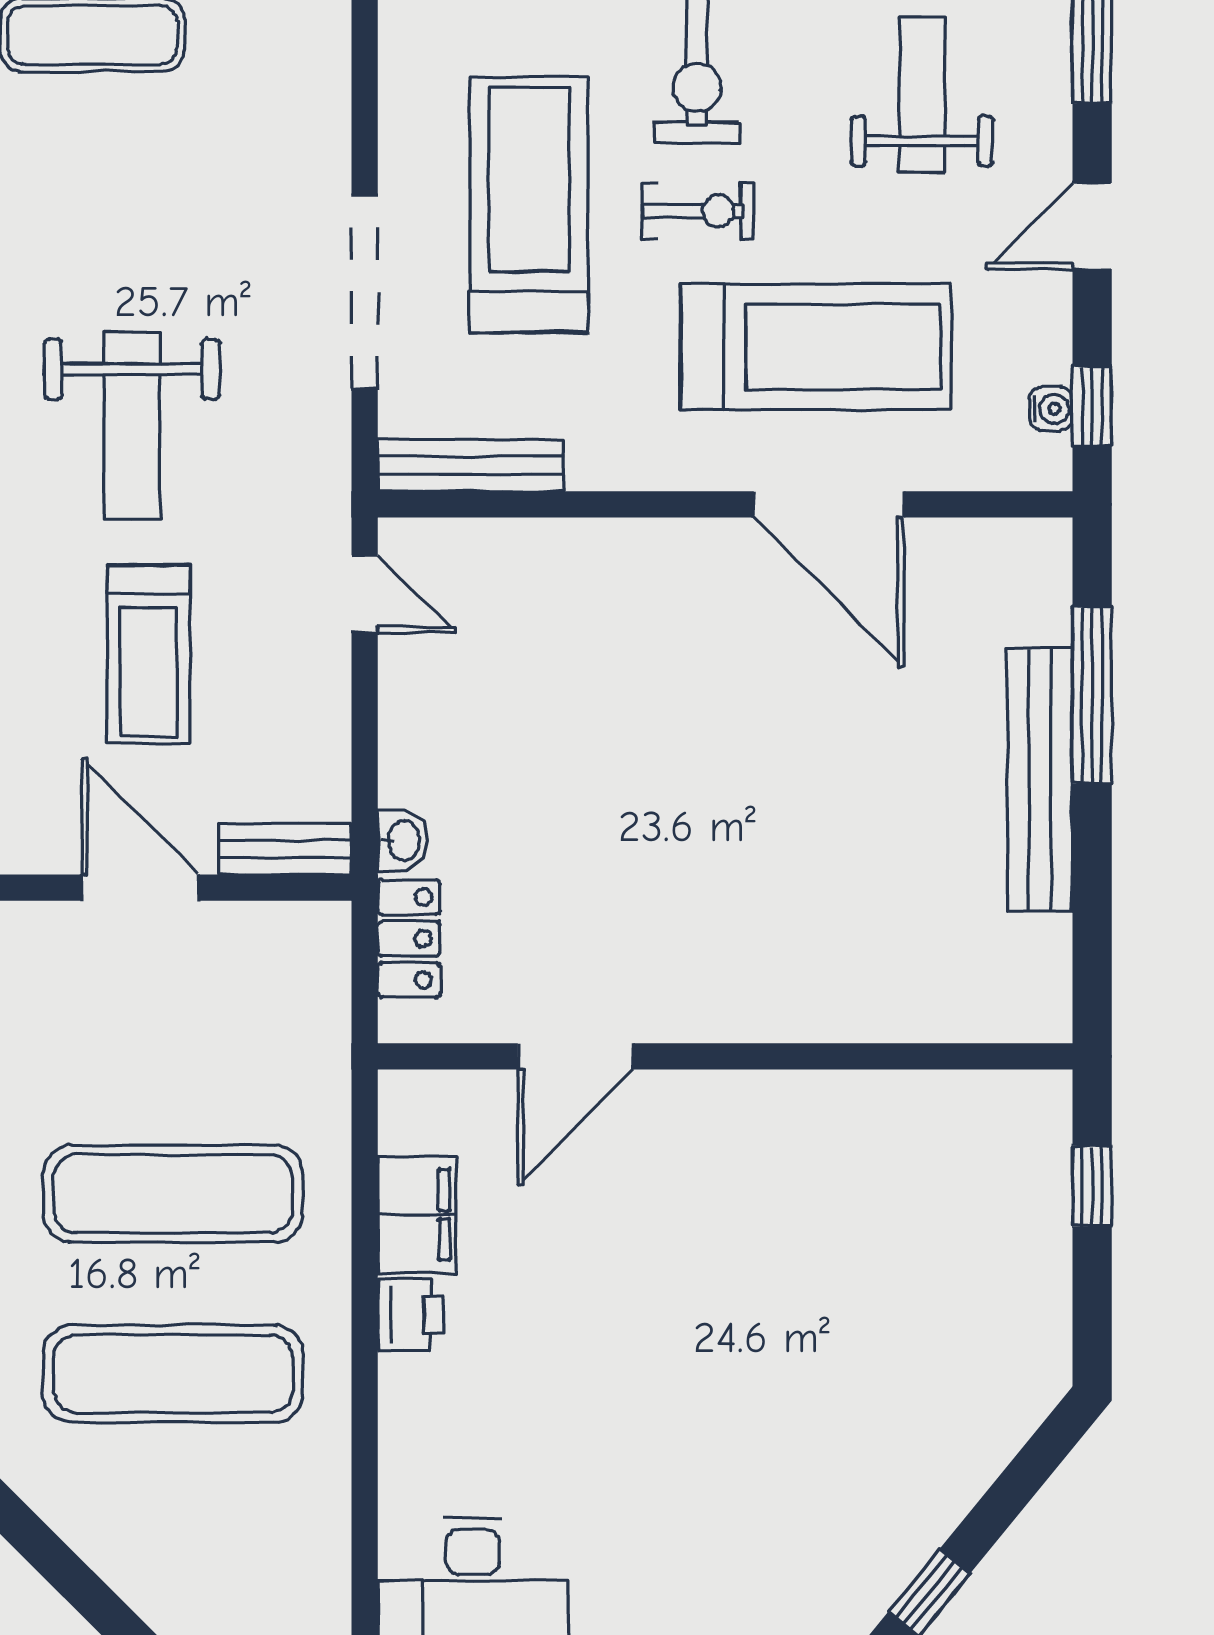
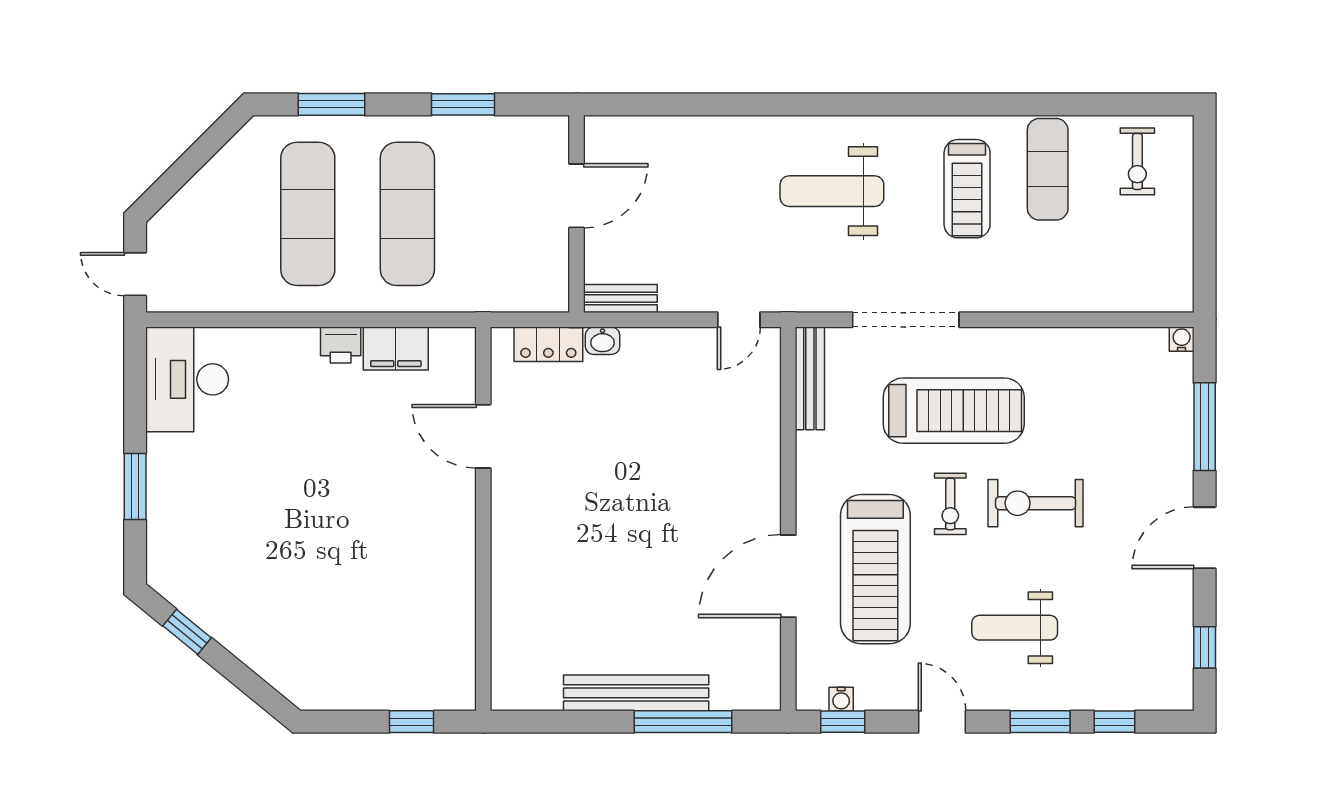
weight bench: (922, 95) -> (1015, 628), turned 180
treadmill: (149, 654) -> (967, 189), moved, turned -90
bench: (285, 849) -> (620, 298), moved, turned 90

